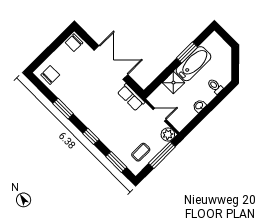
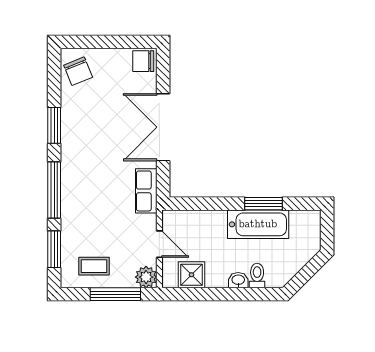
double door: (111, 63) -> (163, 127), swing flipped
chair: (50, 75) -> (78, 71), turned 68
shower: (173, 83) -> (191, 275), moved
washbasin: (199, 106) -> (238, 280), moved
window: (91, 136) -> (54, 190), width x2.17

